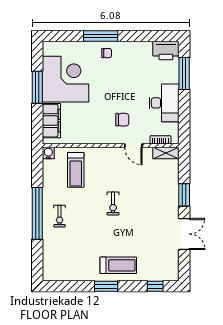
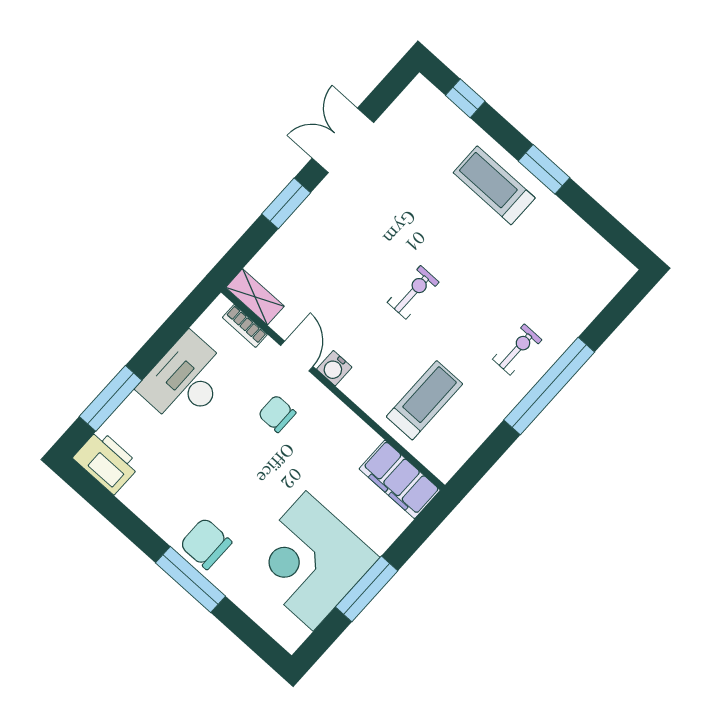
chair: (107, 53) -> (206, 544), width x1.87, depth x1.87
filing cabinet: (51, 121) -> (400, 479), moved, turned -90
water cooler: (48, 153) -> (334, 368), moved

